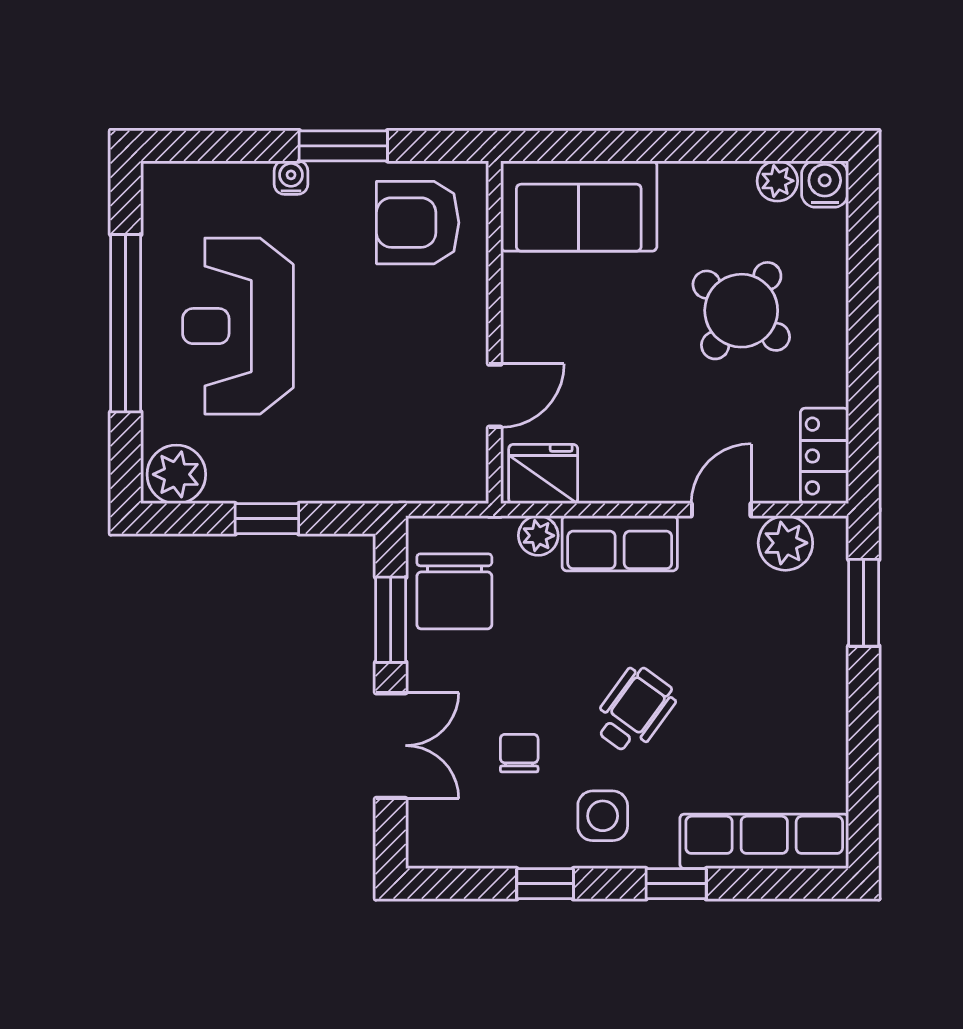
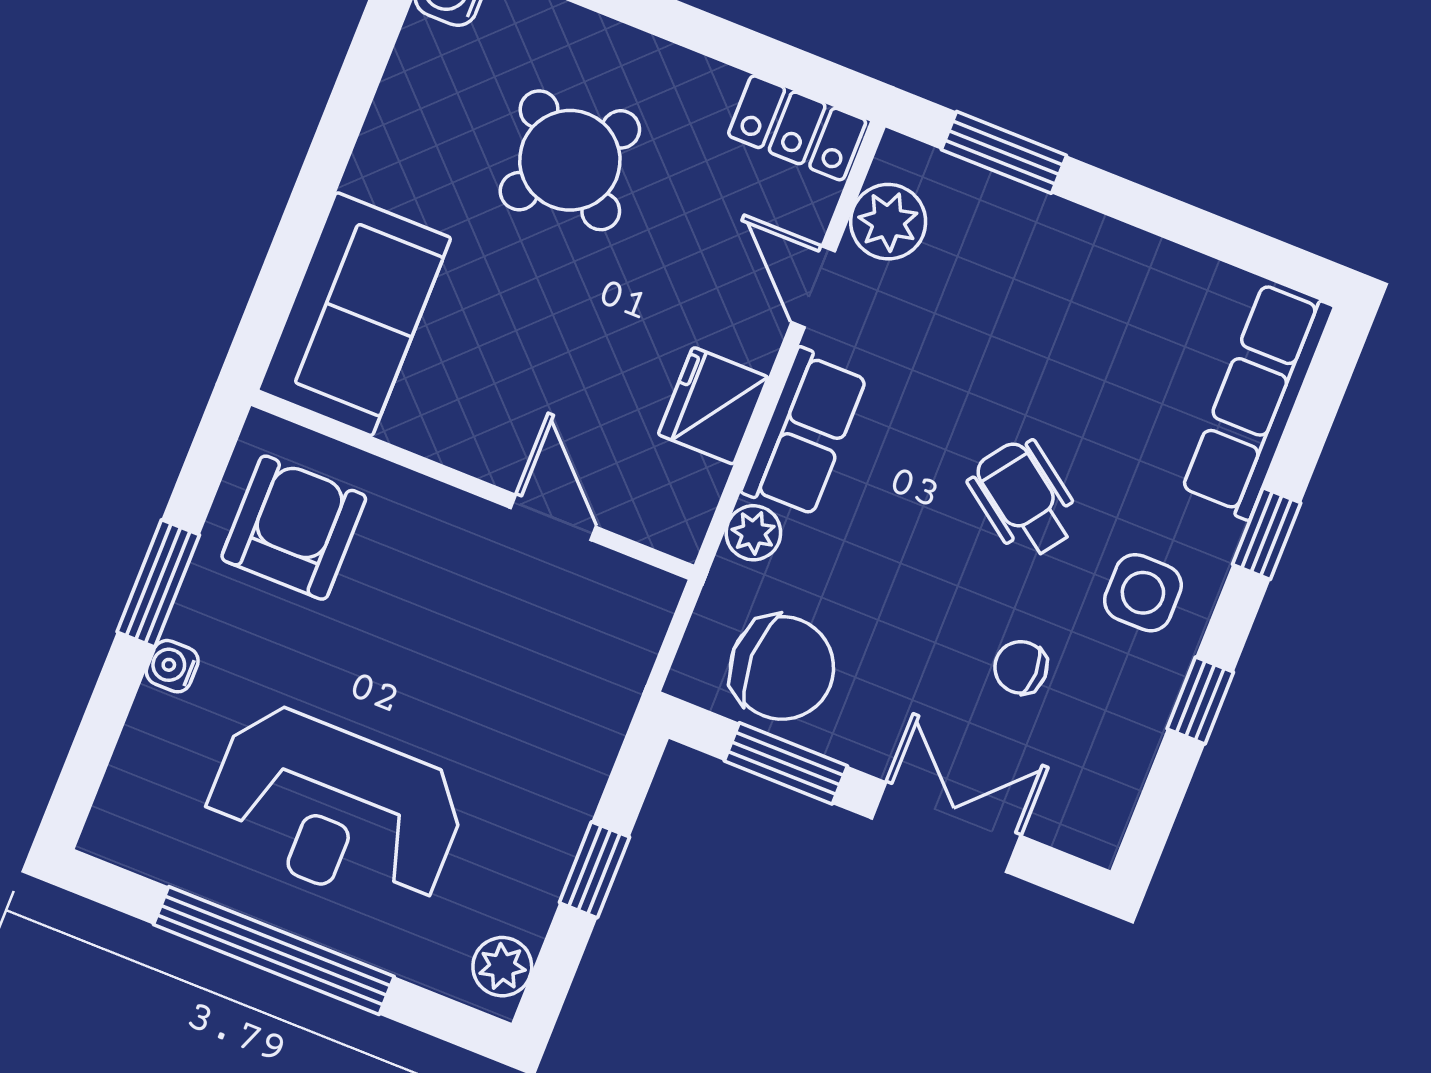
plant: (777, 181) -> (423, 49), removed
armchair: (418, 223) -> (294, 528), turned 180
plant: (176, 474) -> (502, 967), width x0.73, depth x0.73
fridge: (543, 474) -> (713, 406), moved

